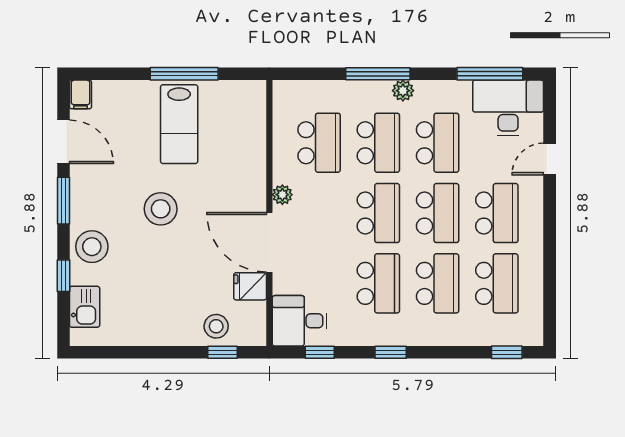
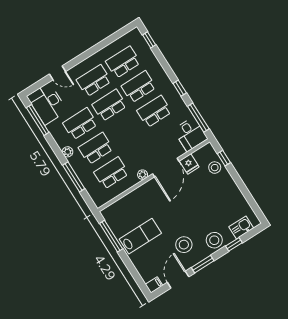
window: (184, 74) -> (111, 236), moved
window: (378, 74) -> (74, 177), moved
stool: (161, 209) -> (184, 245), moved
school desk: (378, 213) -> (125, 130), removed
window: (320, 352) -> (198, 118), width x2.17

